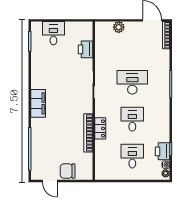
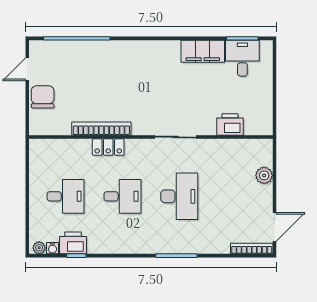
desk: (53, 33) -> (242, 58), moved, turned -90
filing cabinet: (38, 103) -> (203, 51), moved

